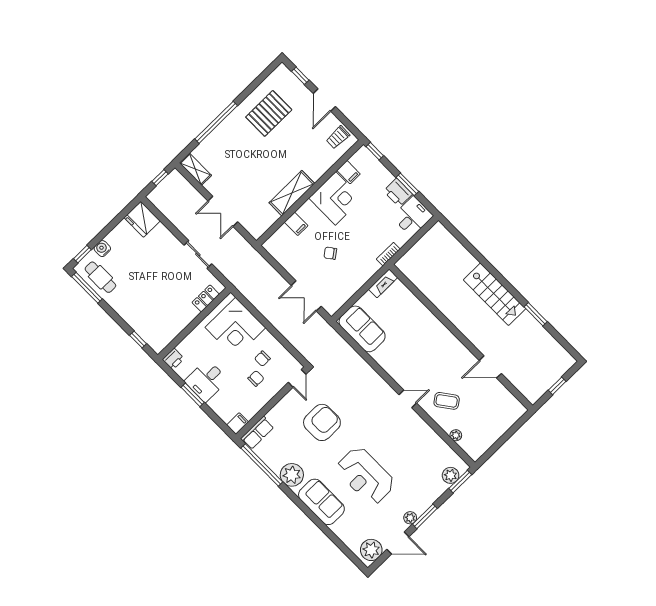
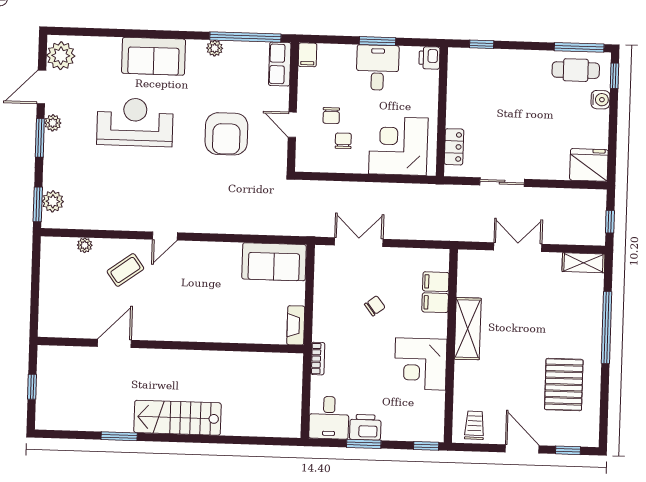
filing cabinet: (348, 172) -> (436, 282), moved
door: (297, 378) -> (292, 125), moved
plant: (292, 475) -> (215, 48), width x0.53, depth x0.53

